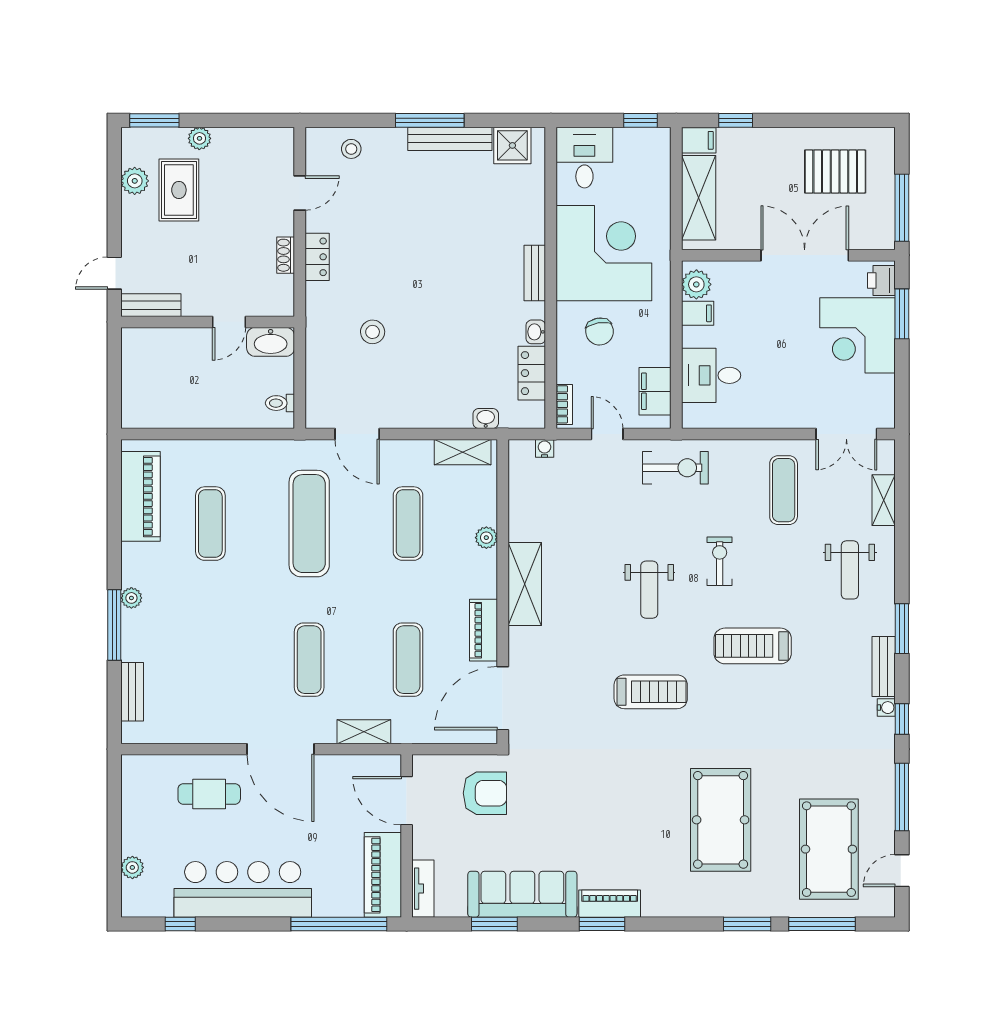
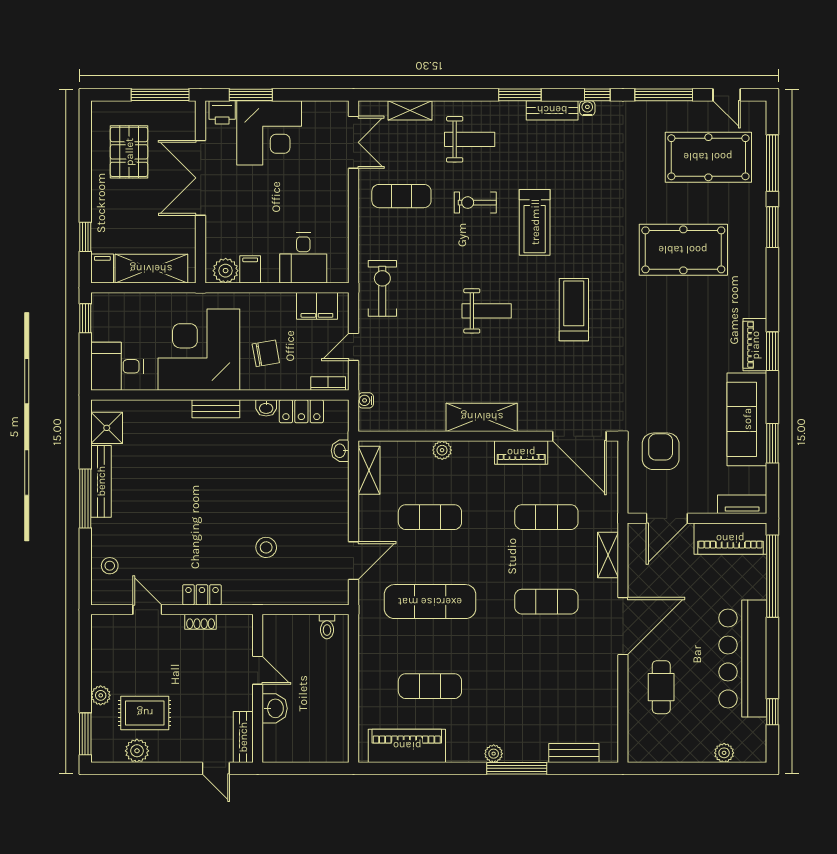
washbasin: (271, 342) -> (275, 708), moved, width x0.72
exercise bike: (720, 561) -> (475, 203), moved

